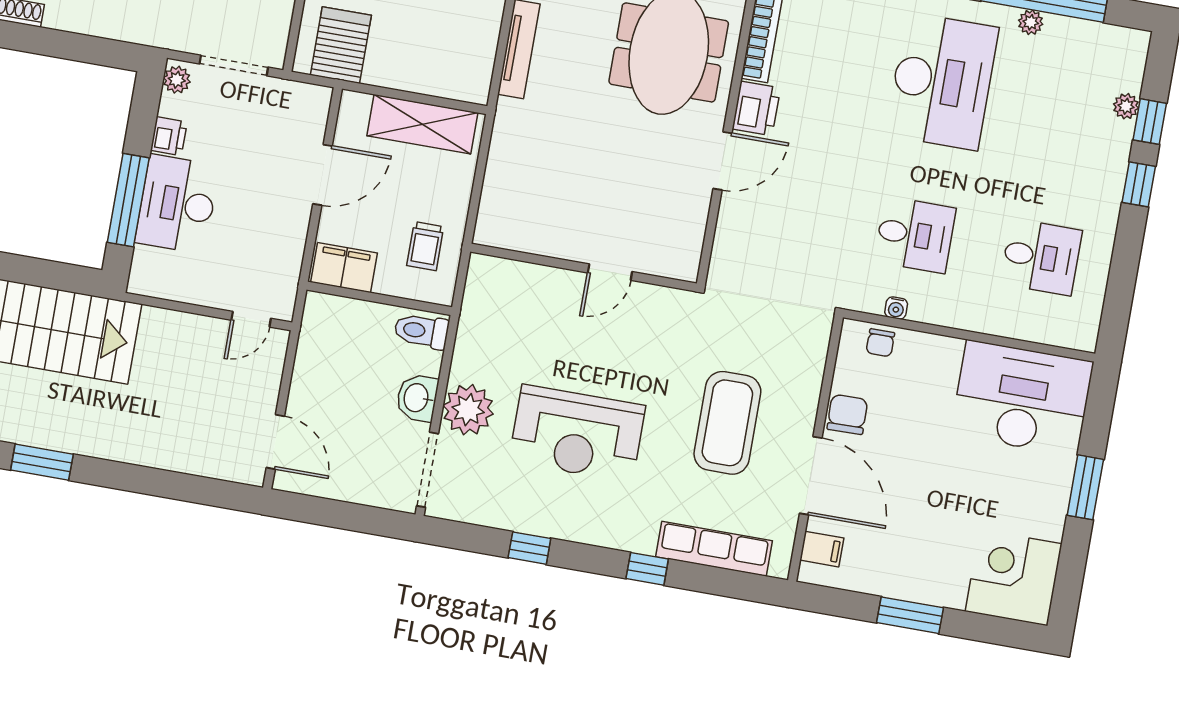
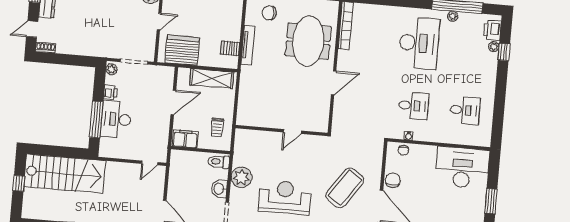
server rack: (341, 45) -> (182, 50), width x1.60
server rack: (474, 54) -> (230, 48), added
printer: (756, 108) -> (492, 30), moved, turned 180
window: (1139, 184) -> (502, 78), removed
plant: (468, 410) -> (241, 177), moved
coffee table: (727, 423) -> (345, 188), turned 35
reception desk: (577, 433) -> (285, 197), turned 180

